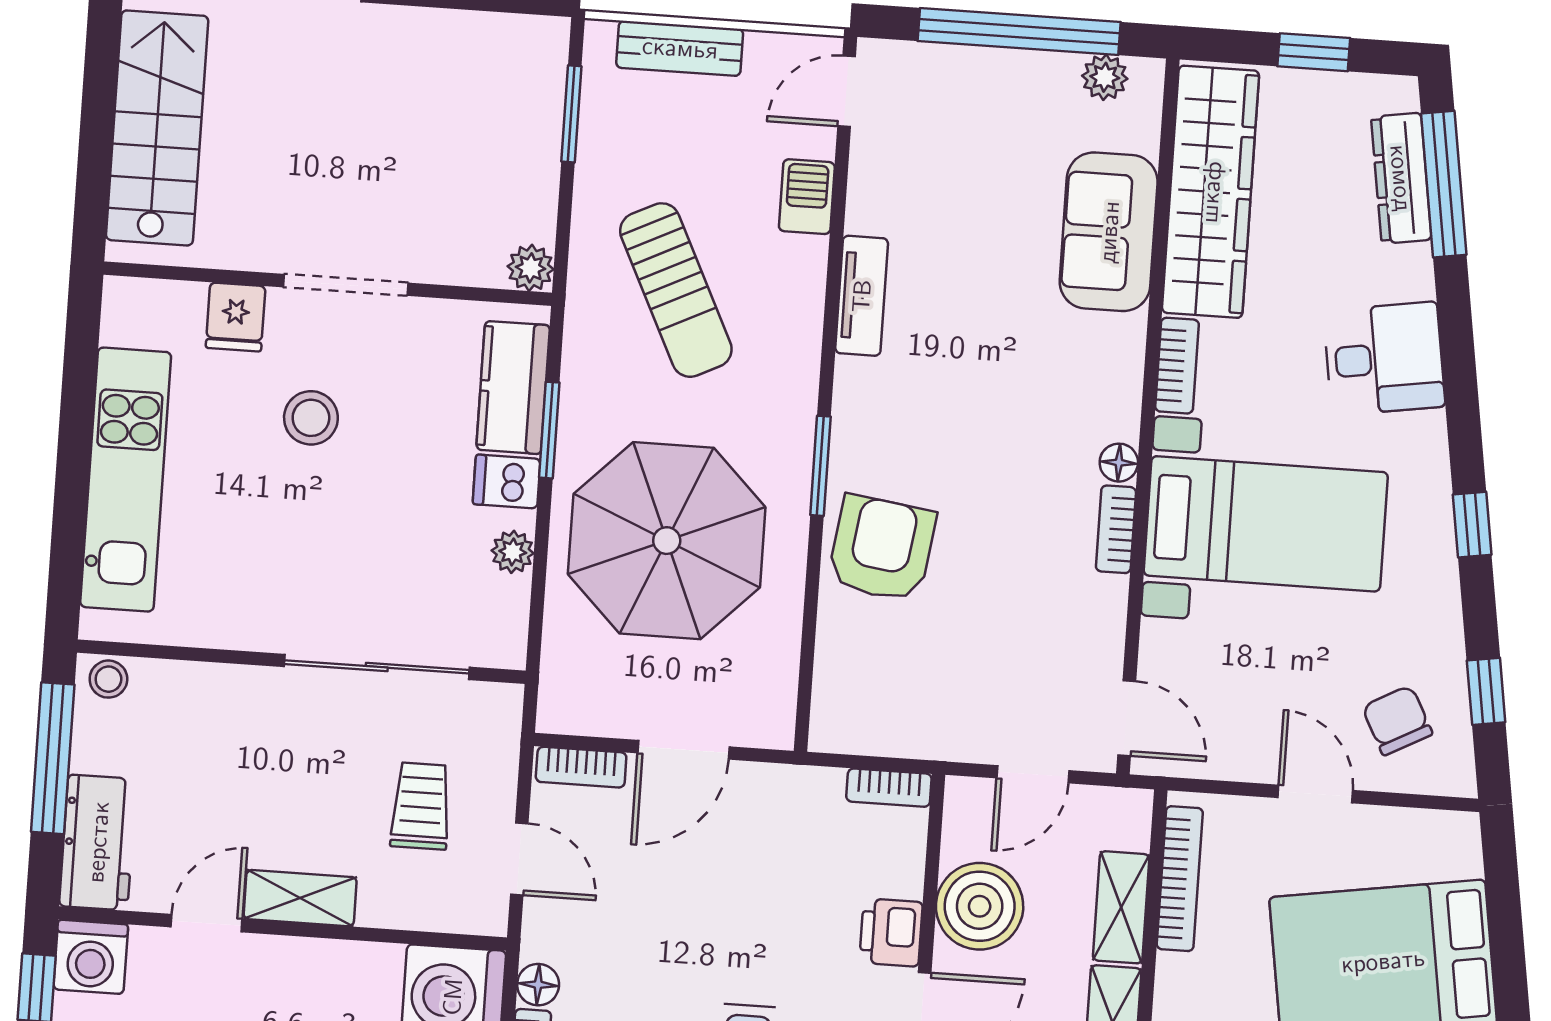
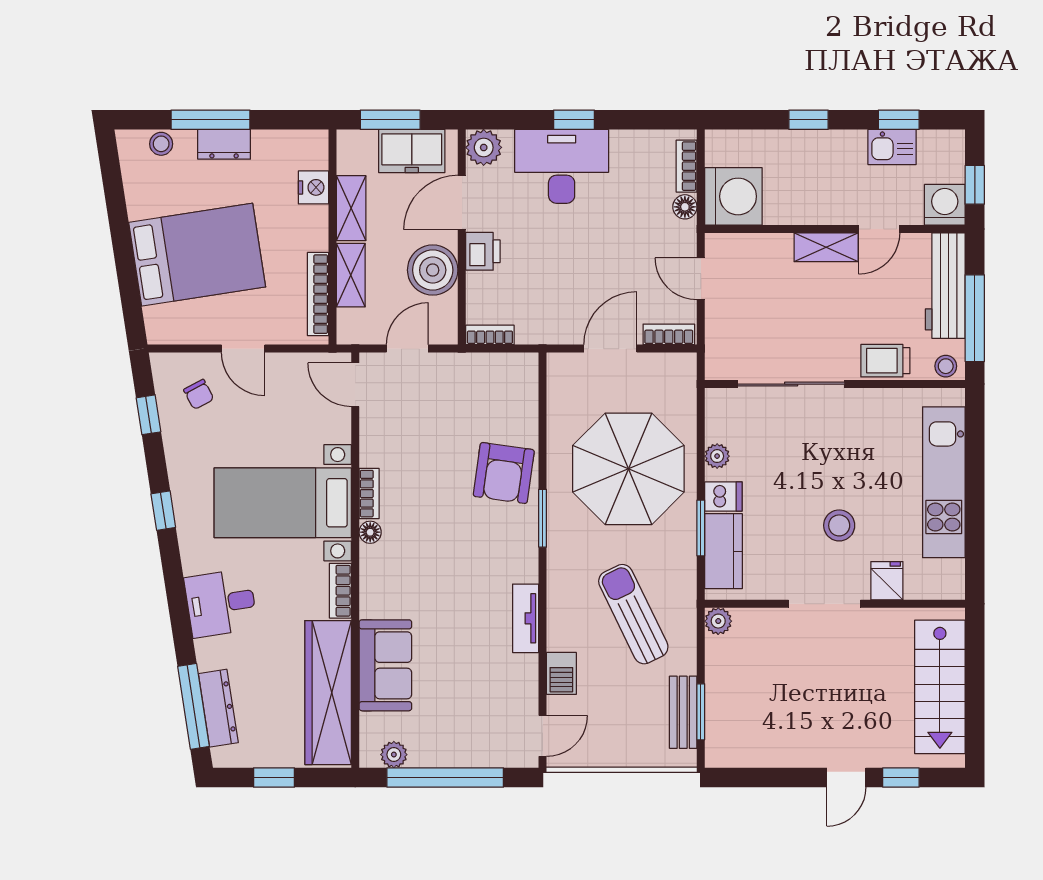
bench: (680, 48) -> (683, 712), moved, turned 90
chair: (1397, 720) -> (199, 394), width x0.73, depth x0.73
trolley: (421, 806) -> (885, 361), moved, turned 90
workbench: (98, 842) -> (945, 286), width x1.37

